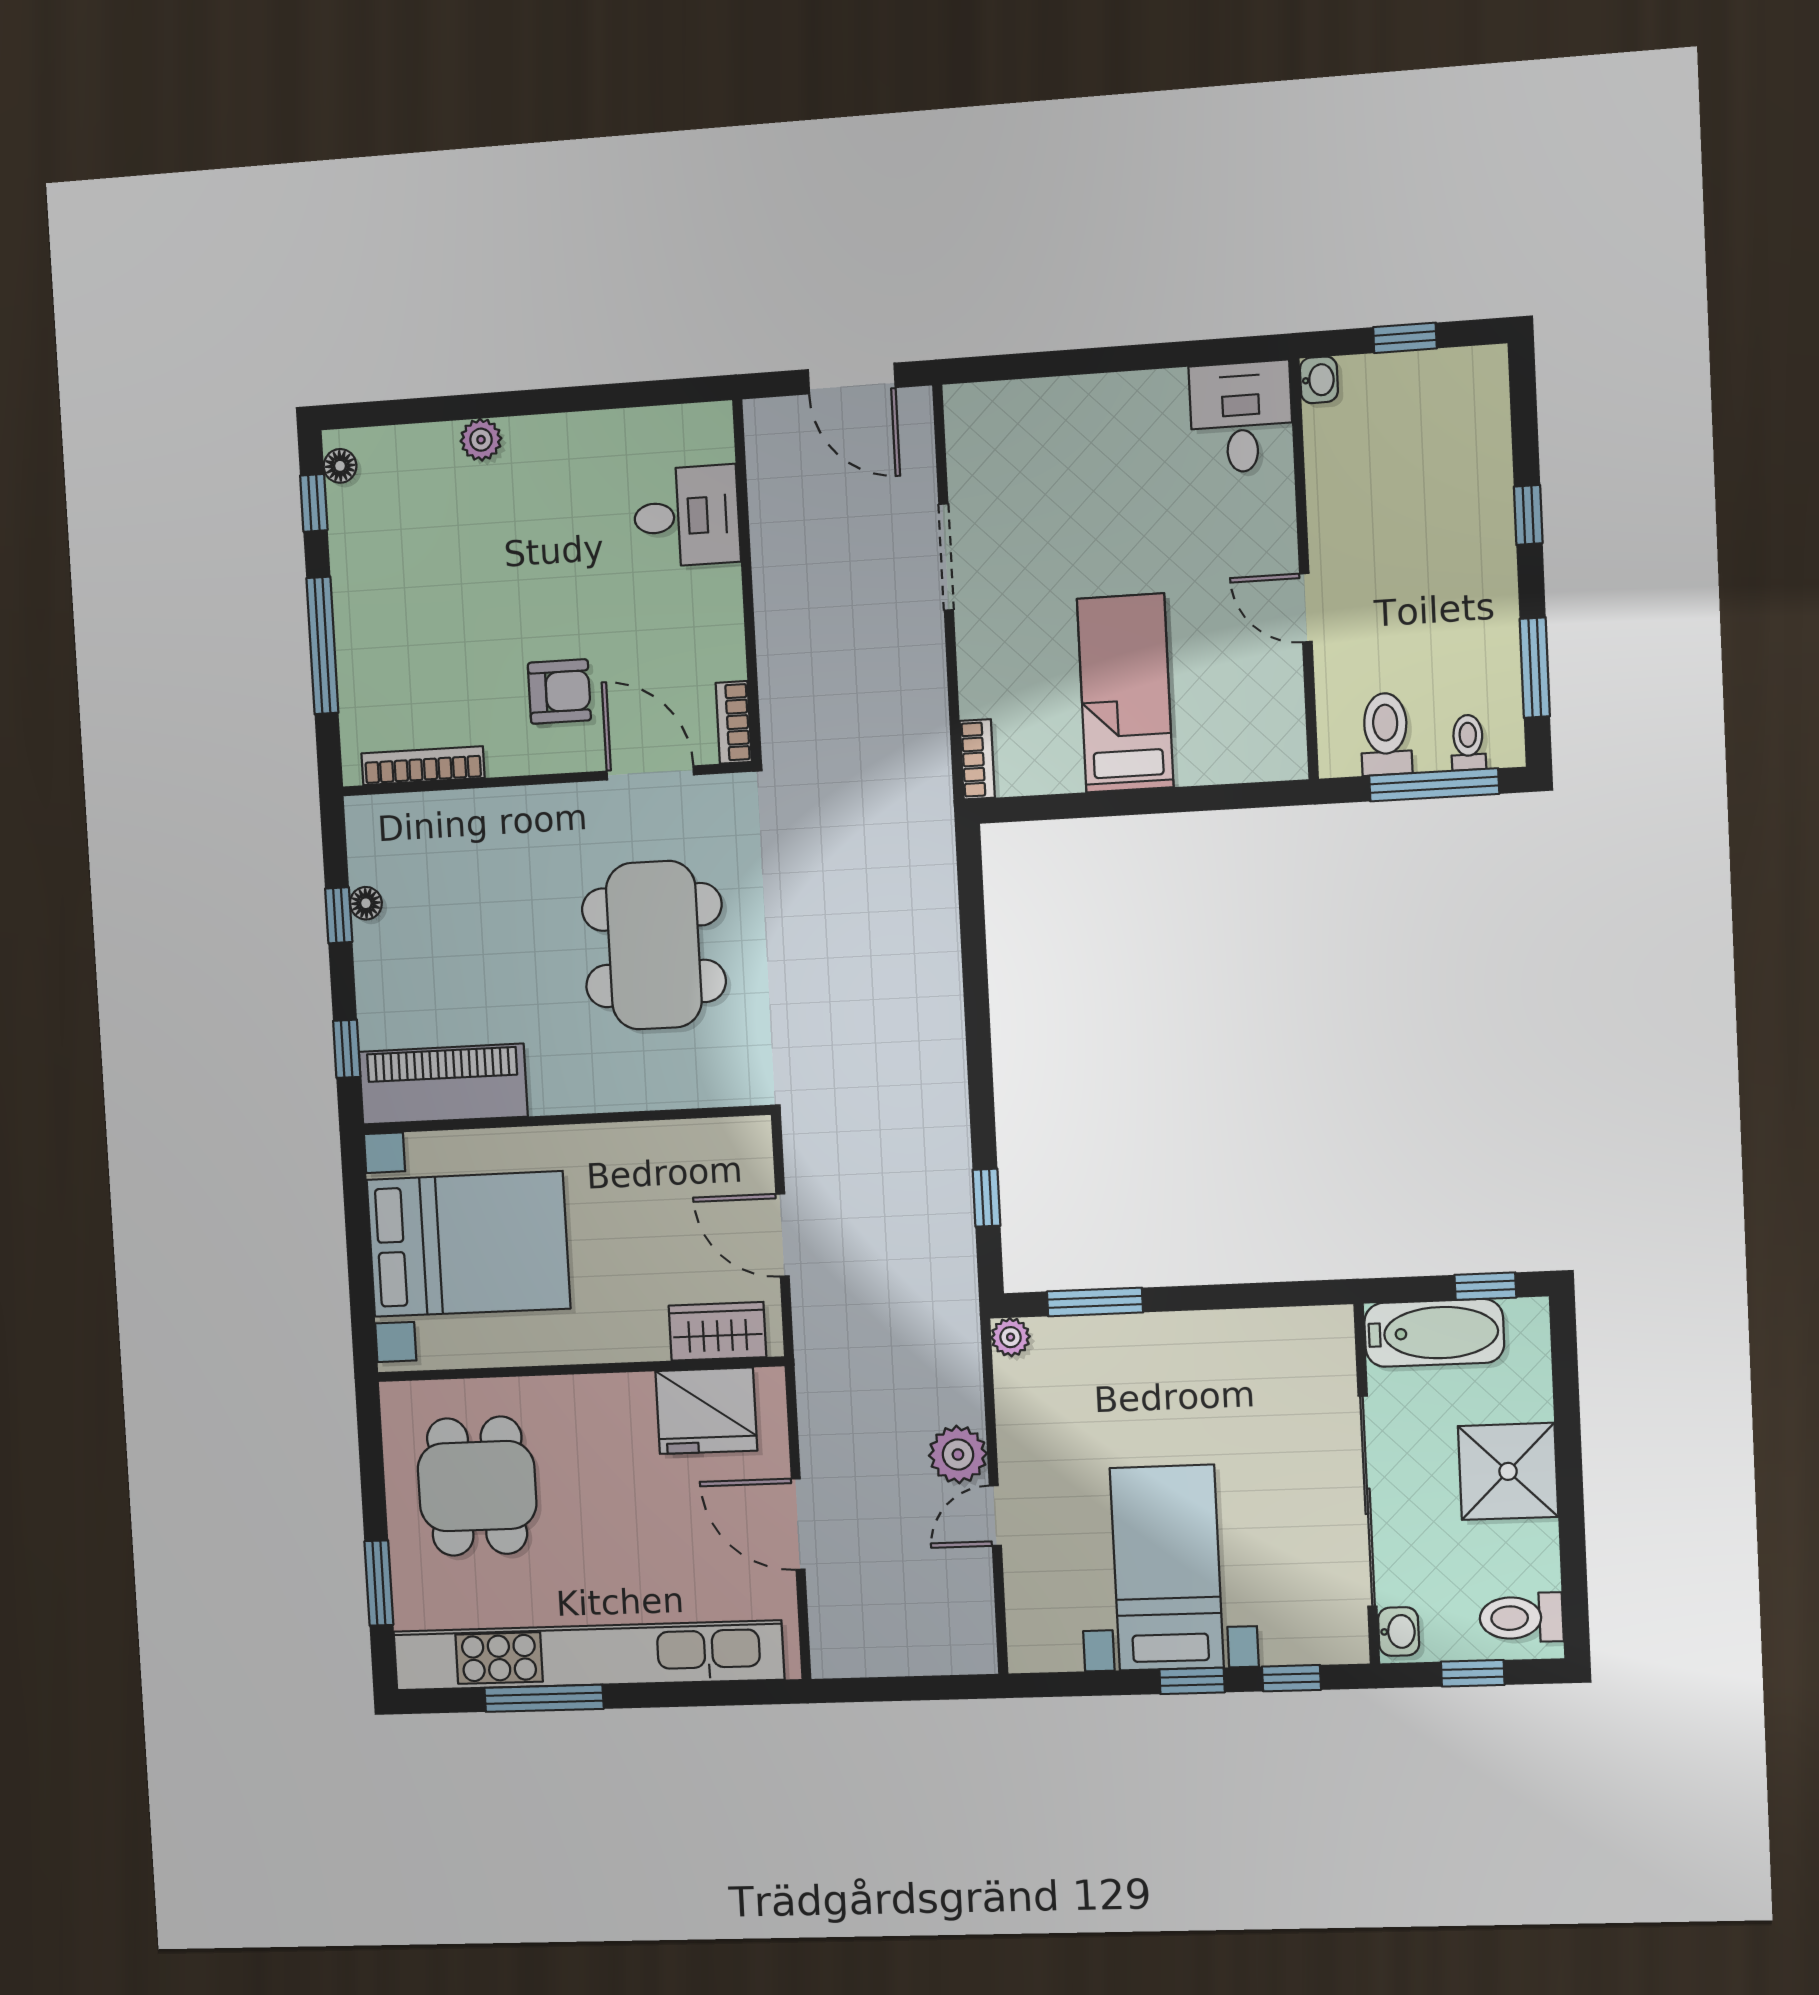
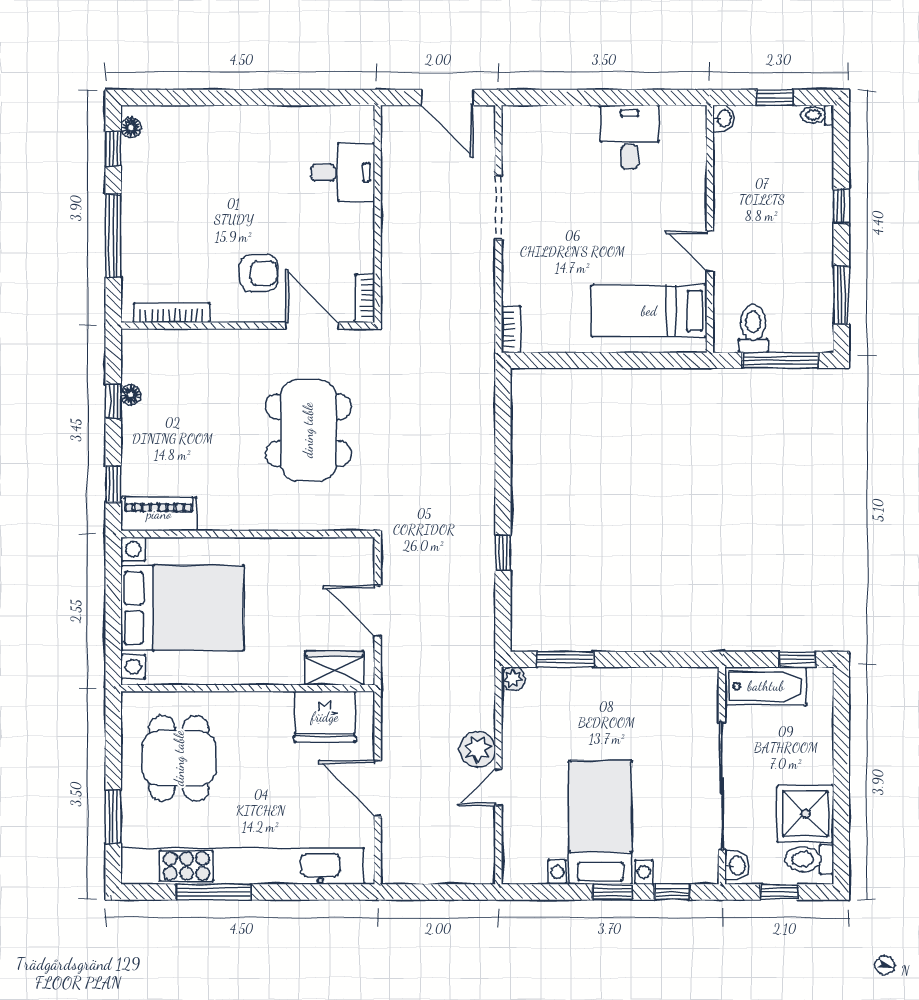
desk: (1241, 417) -> (630, 137), moved
plant: (481, 440) -> (219, 118), removed
bed: (1125, 693) -> (649, 311), moved, turned -90
toilet: (1468, 742) -> (818, 115), moved, turned -90
piano: (443, 1084) -> (159, 514), width x0.73, depth x0.75
window: (986, 1198) -> (503, 553), moved
shower: (1508, 1471) -> (805, 814), moved

